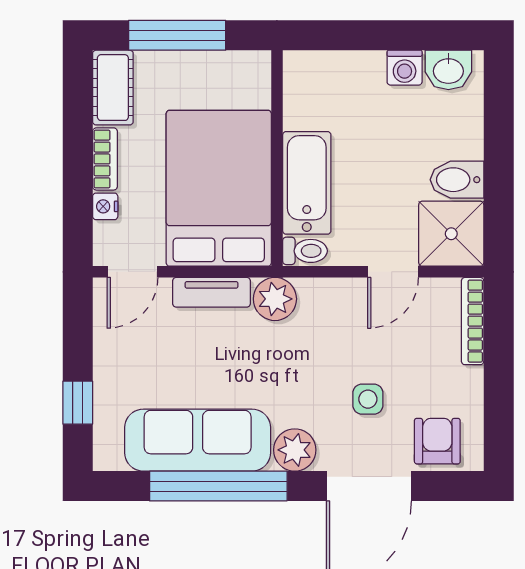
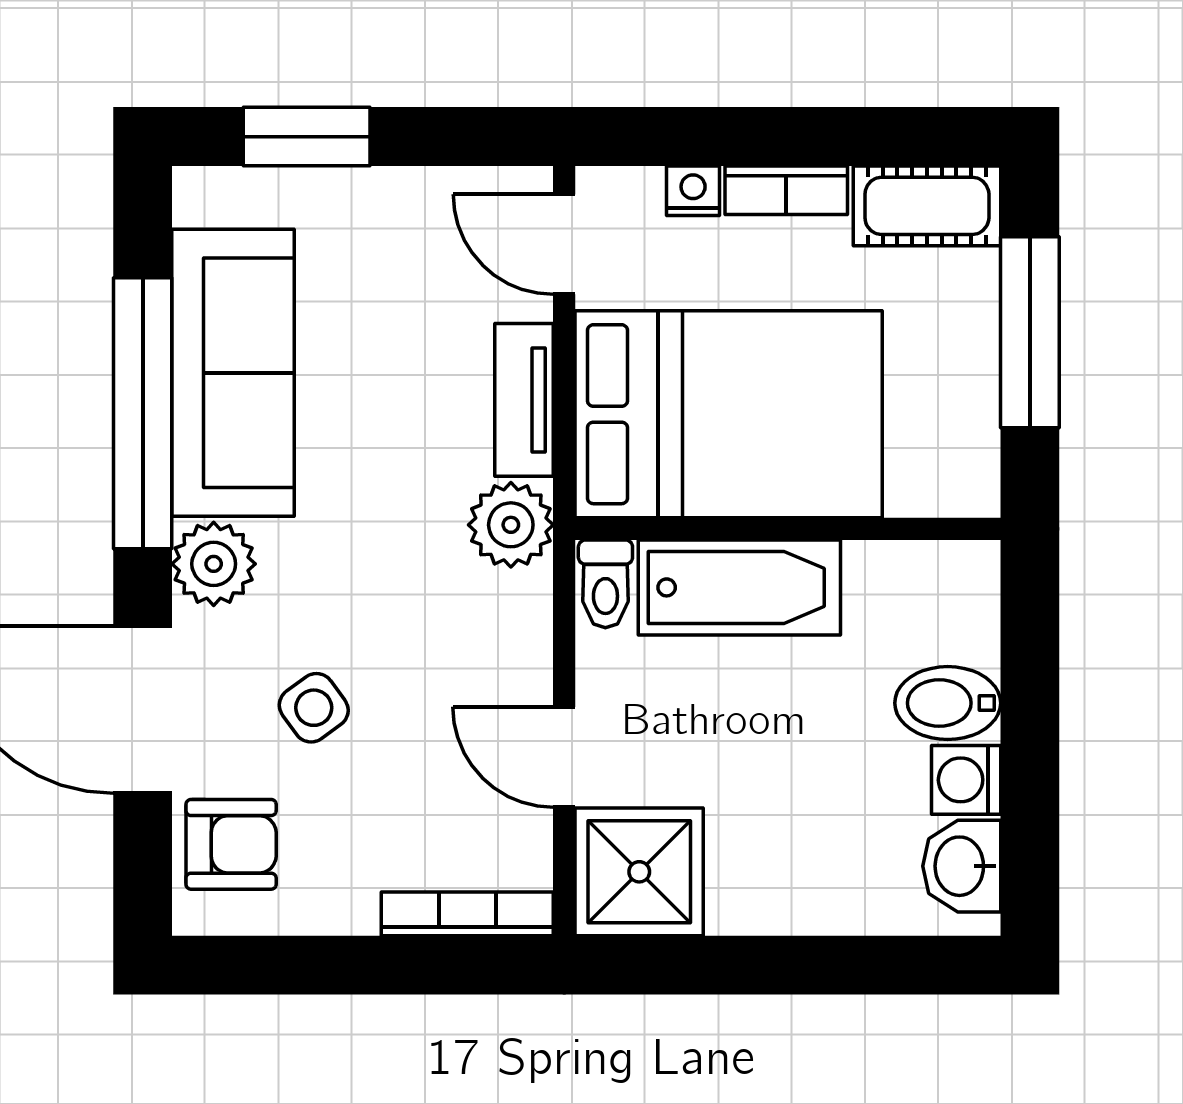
bidet: (457, 180) -> (948, 703), moved, turned -90
side table: (368, 399) -> (314, 708), turned -36
window: (78, 403) -> (307, 137), width x1.50

